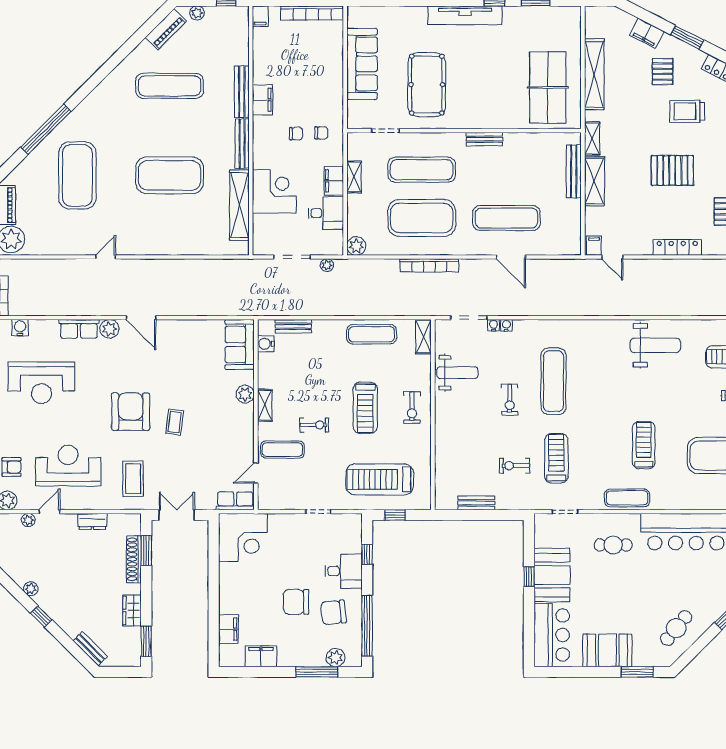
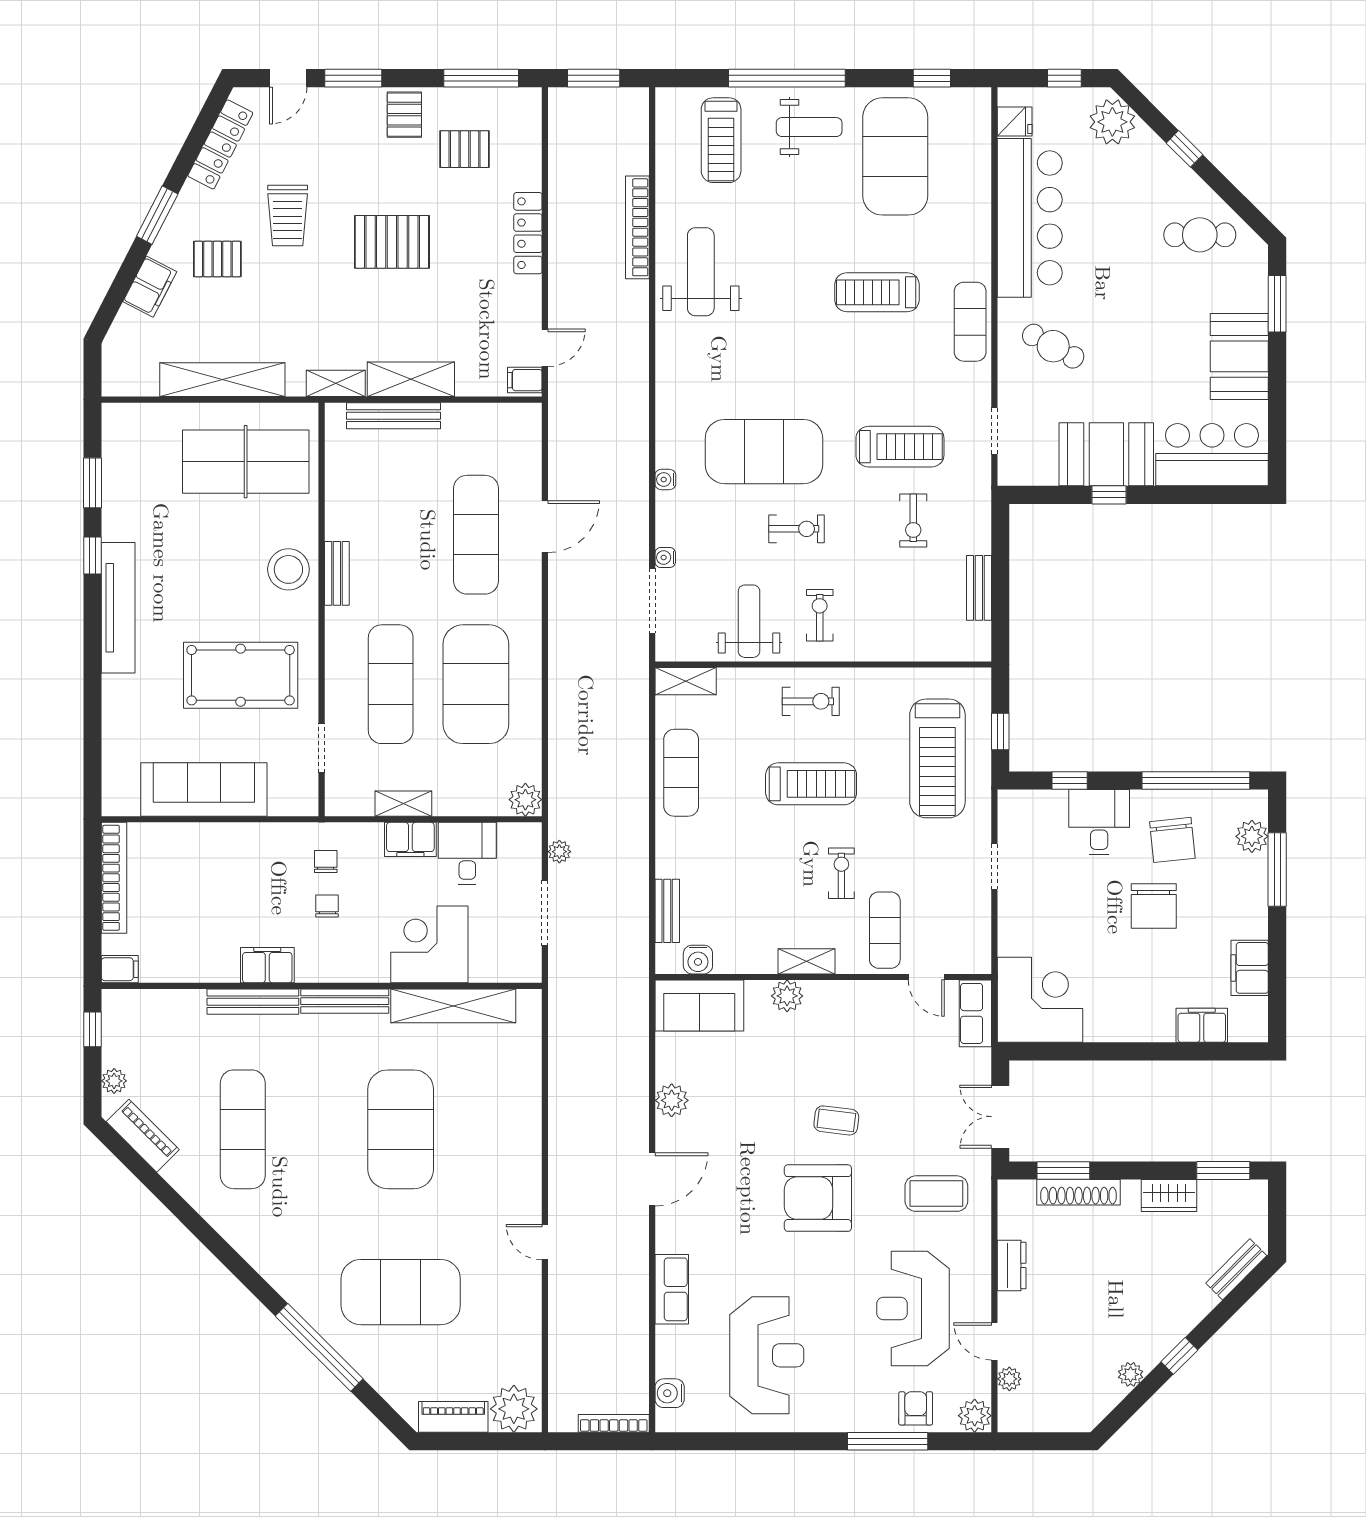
stool: (487, 112) -> (288, 569), added
pallet: (672, 170) -> (392, 242), turned 90
bookcase: (429, 265) -> (637, 227), moved, turned 180
water cooler: (506, 325) -> (665, 480), moved
plant: (109, 329) -> (672, 1100), moved
exercise mat: (553, 381) -> (764, 452), width x1.47
exercise bike: (461, 413) -> (820, 615), added
treadmill: (556, 458) -> (900, 447), turned 180
cafe table: (613, 545) -> (1053, 346), turned -61
cafe table: (676, 628) -> (1200, 235), turned -39

